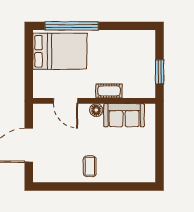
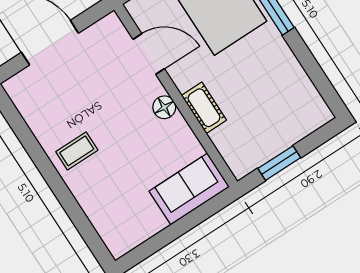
door: (65, 101) -> (149, 54), swing flipped
sofa: (124, 115) -> (189, 189), moved, turned 90

